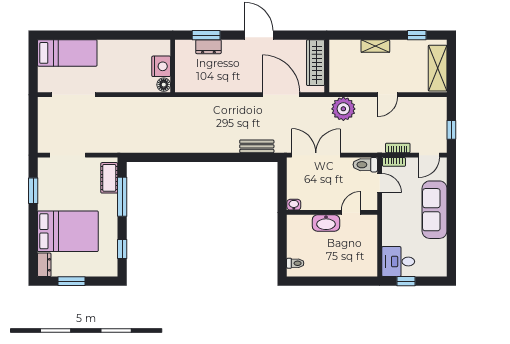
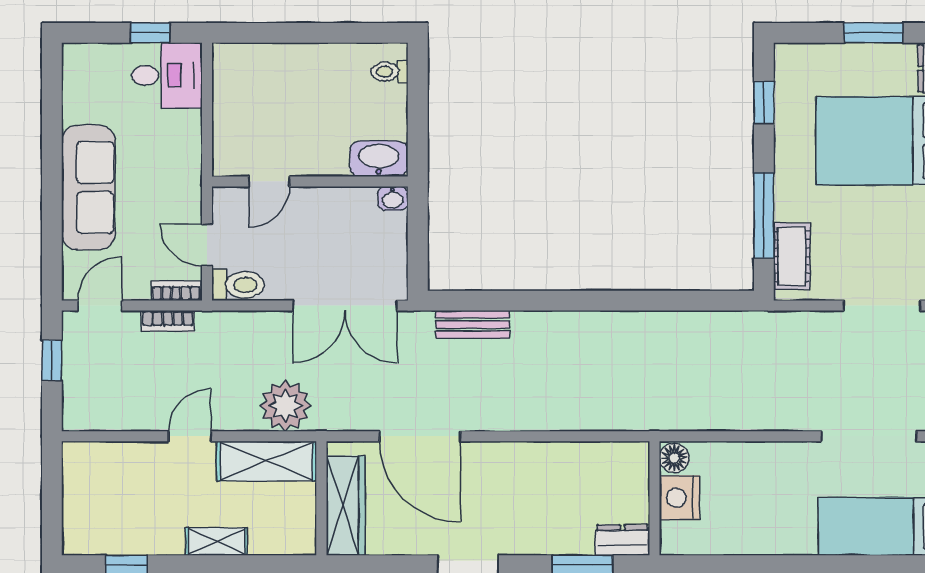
dresser: (208, 47) -> (622, 540), moved
shelving: (438, 68) -> (267, 461), moved, turned 90
washbasin: (326, 223) -> (379, 159), moved

